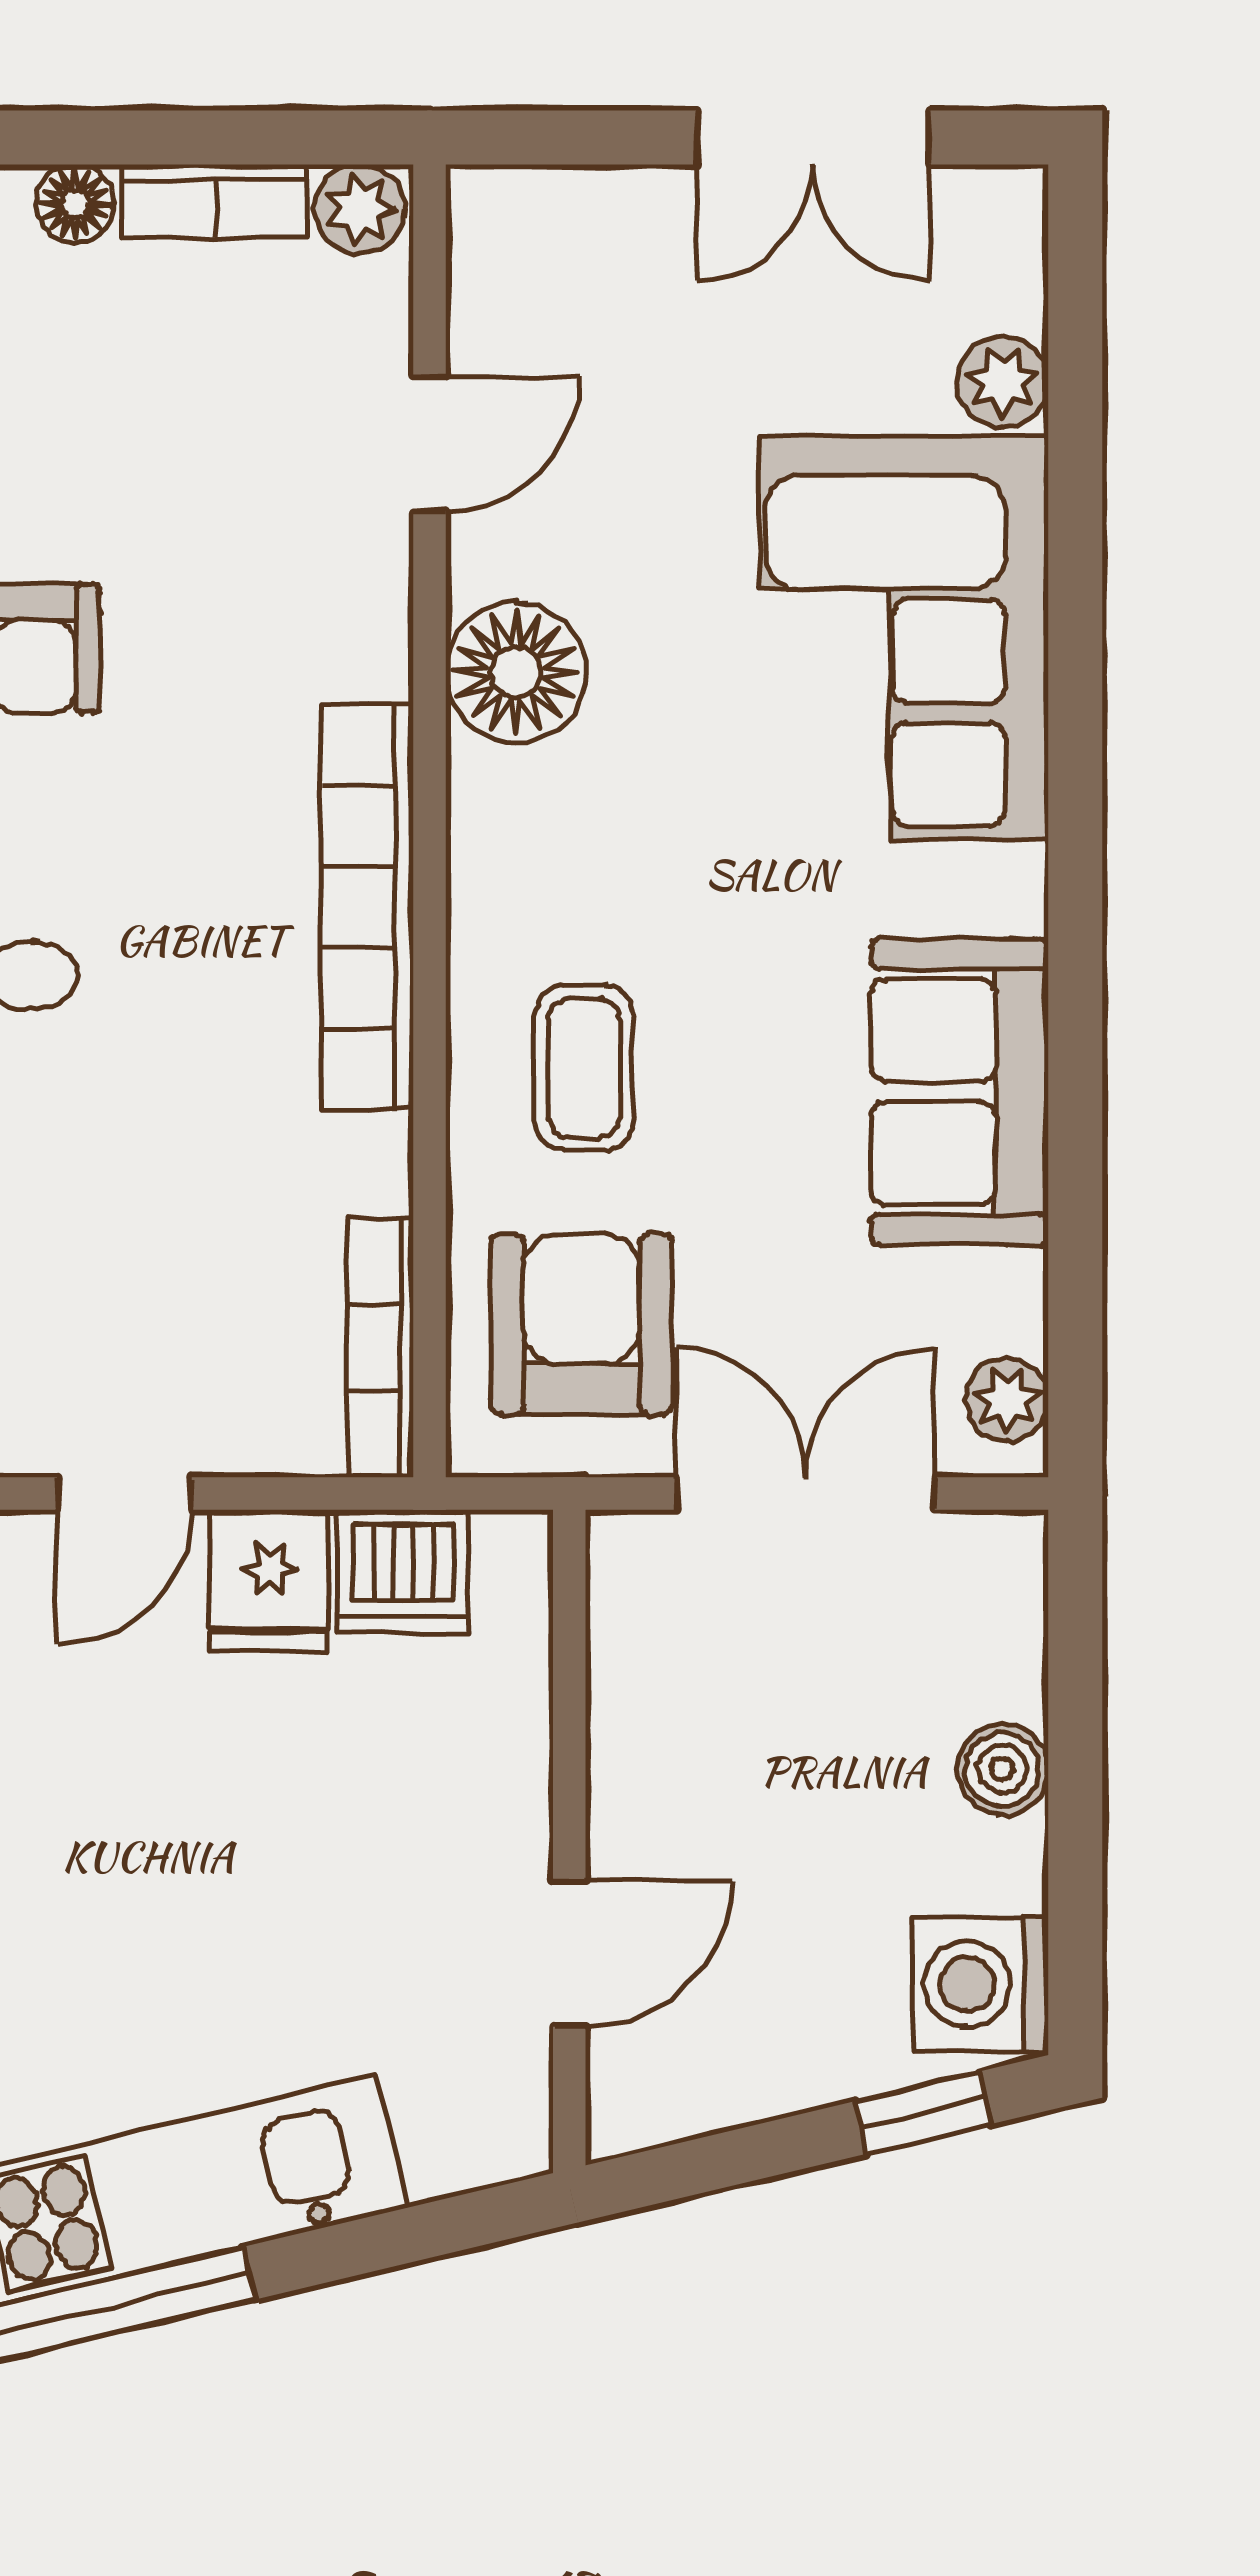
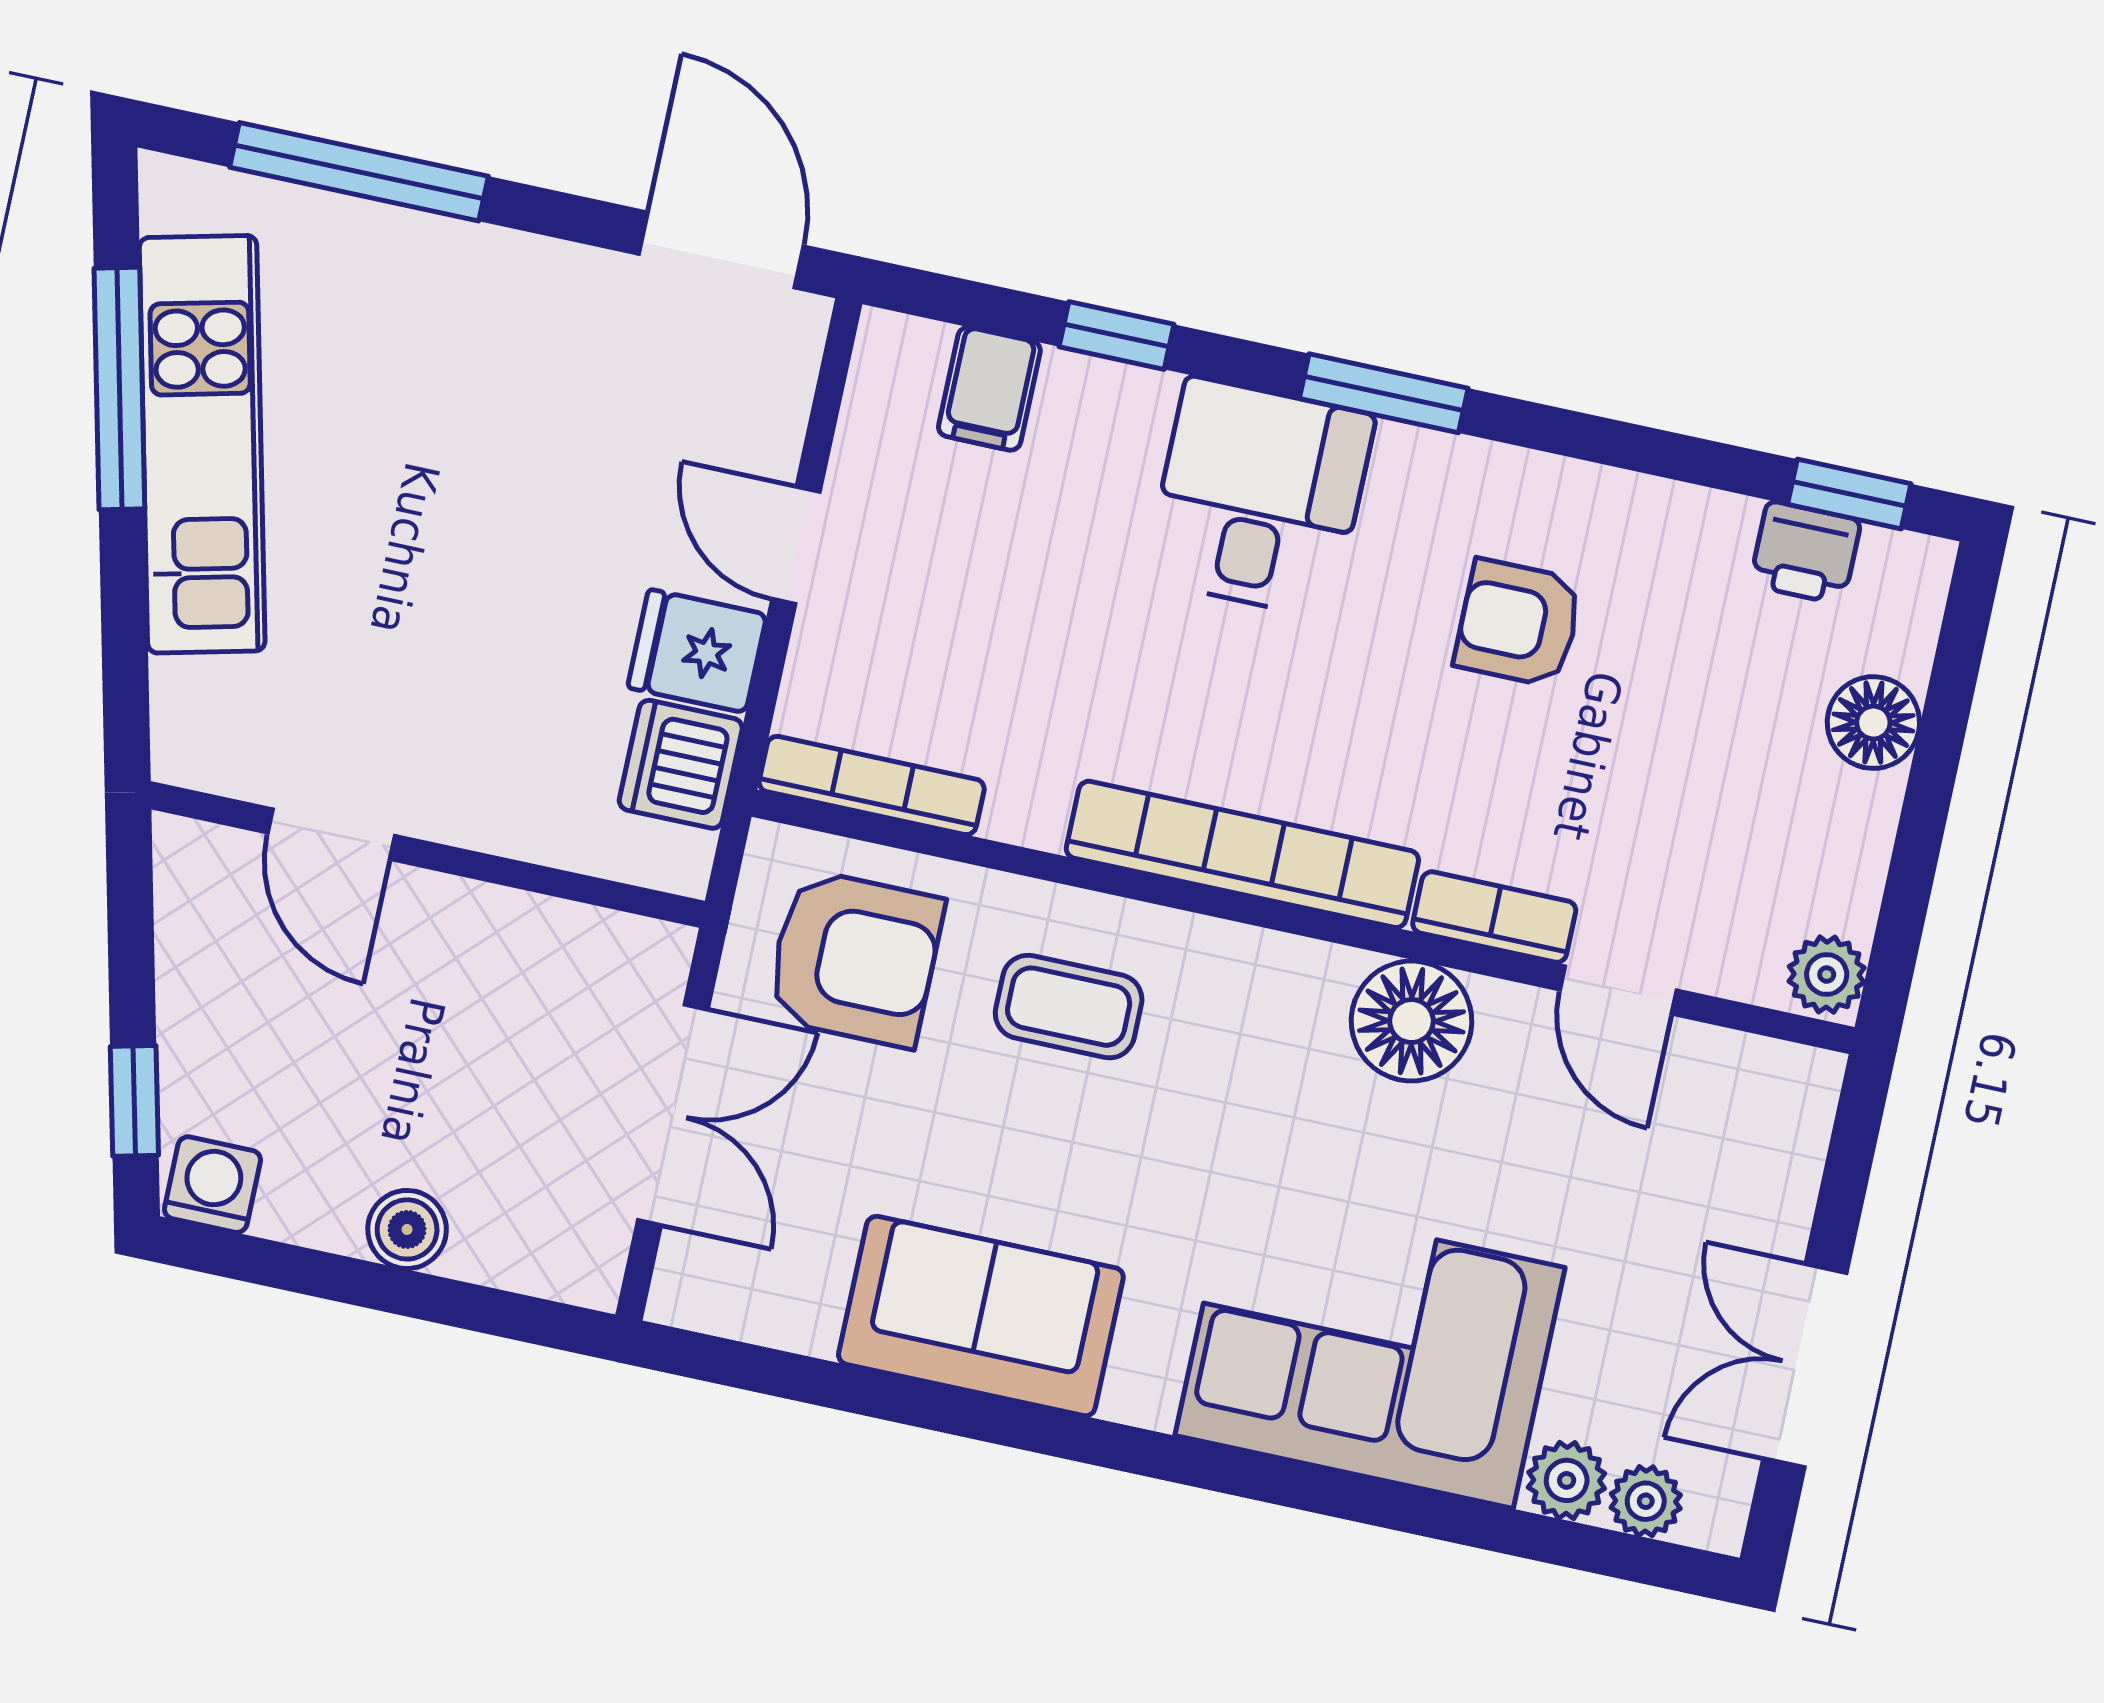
bookcase: (215, 201) -> (1494, 917), moved, turned 90
floor lamp: (75, 204) -> (1873, 723), width x1.37, depth x1.37
plant: (1007, 1400) -> (1646, 1501), moved
washing machine: (981, 1984) -> (213, 1185), width x0.73, depth x0.73

